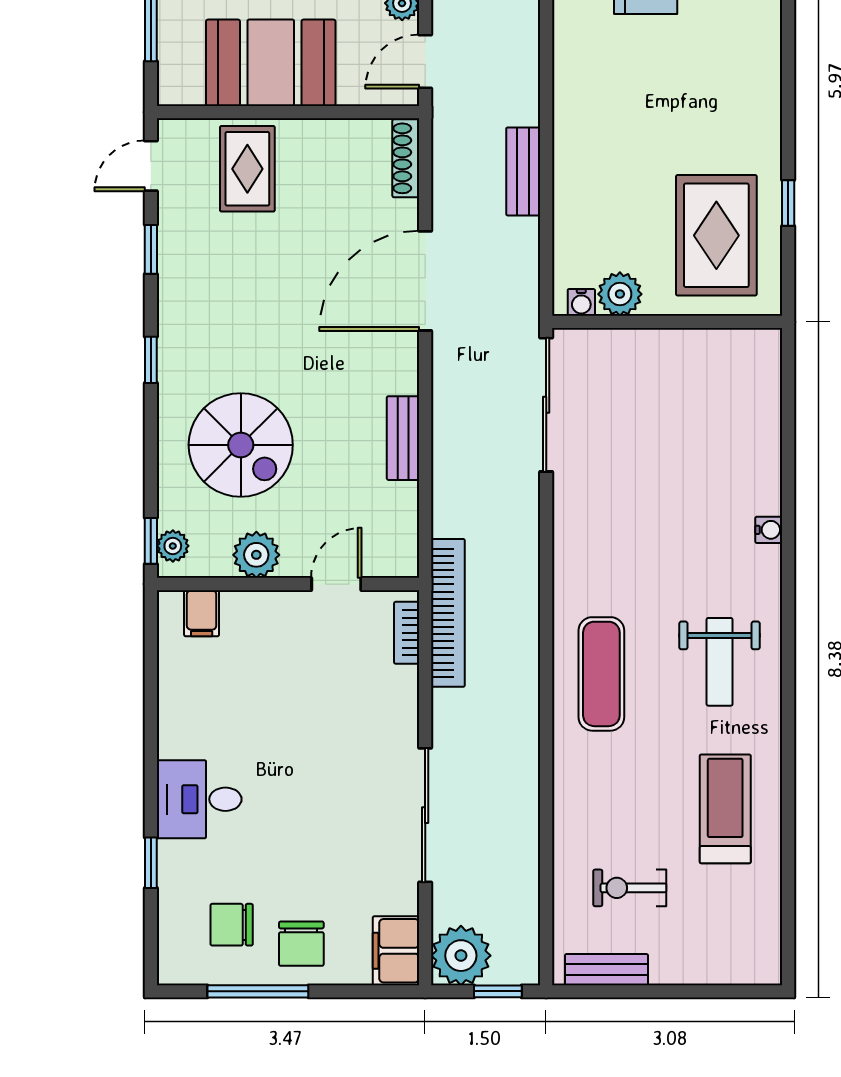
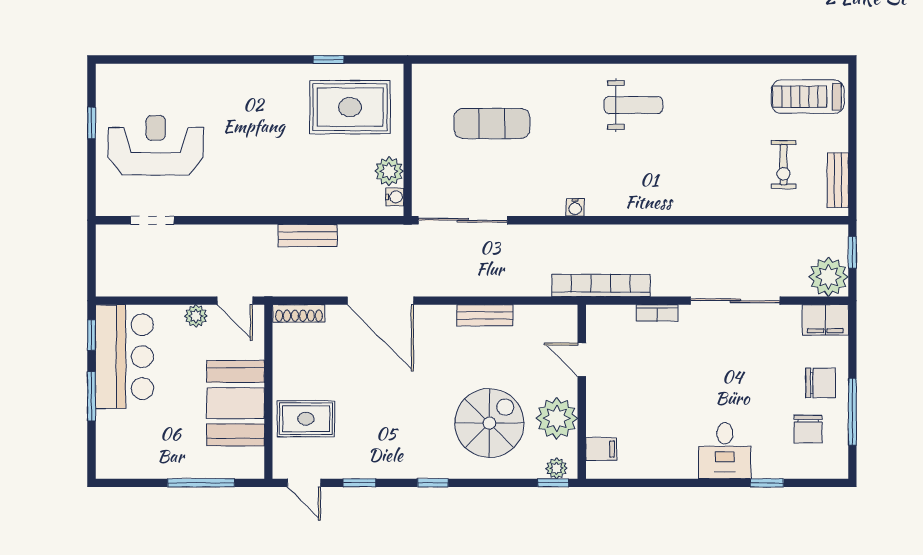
water cooler: (769, 530) -> (575, 207), moved, turned 180
plant: (256, 555) -> (557, 418), width x1.36, depth x1.36
bookcase: (407, 633) -> (657, 313), moved
exercise mat: (601, 674) -> (492, 124), moved
treadmill: (725, 809) -> (808, 97), moved

